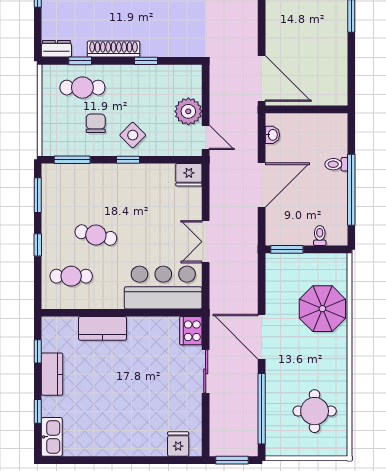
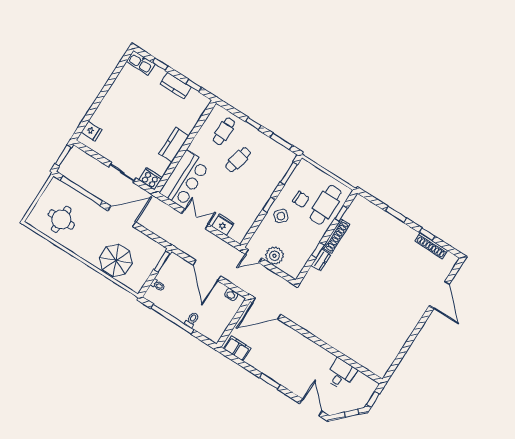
dresser: (56, 49) -> (321, 260), moved
filing cabinet: (336, 84) -> (237, 348), added
cafe table: (82, 88) -> (326, 205), width x1.37, depth x1.35
fridge: (189, 175) -> (223, 225), moved, turned 90
kitchen counter: (103, 328) -> (174, 145), moved

